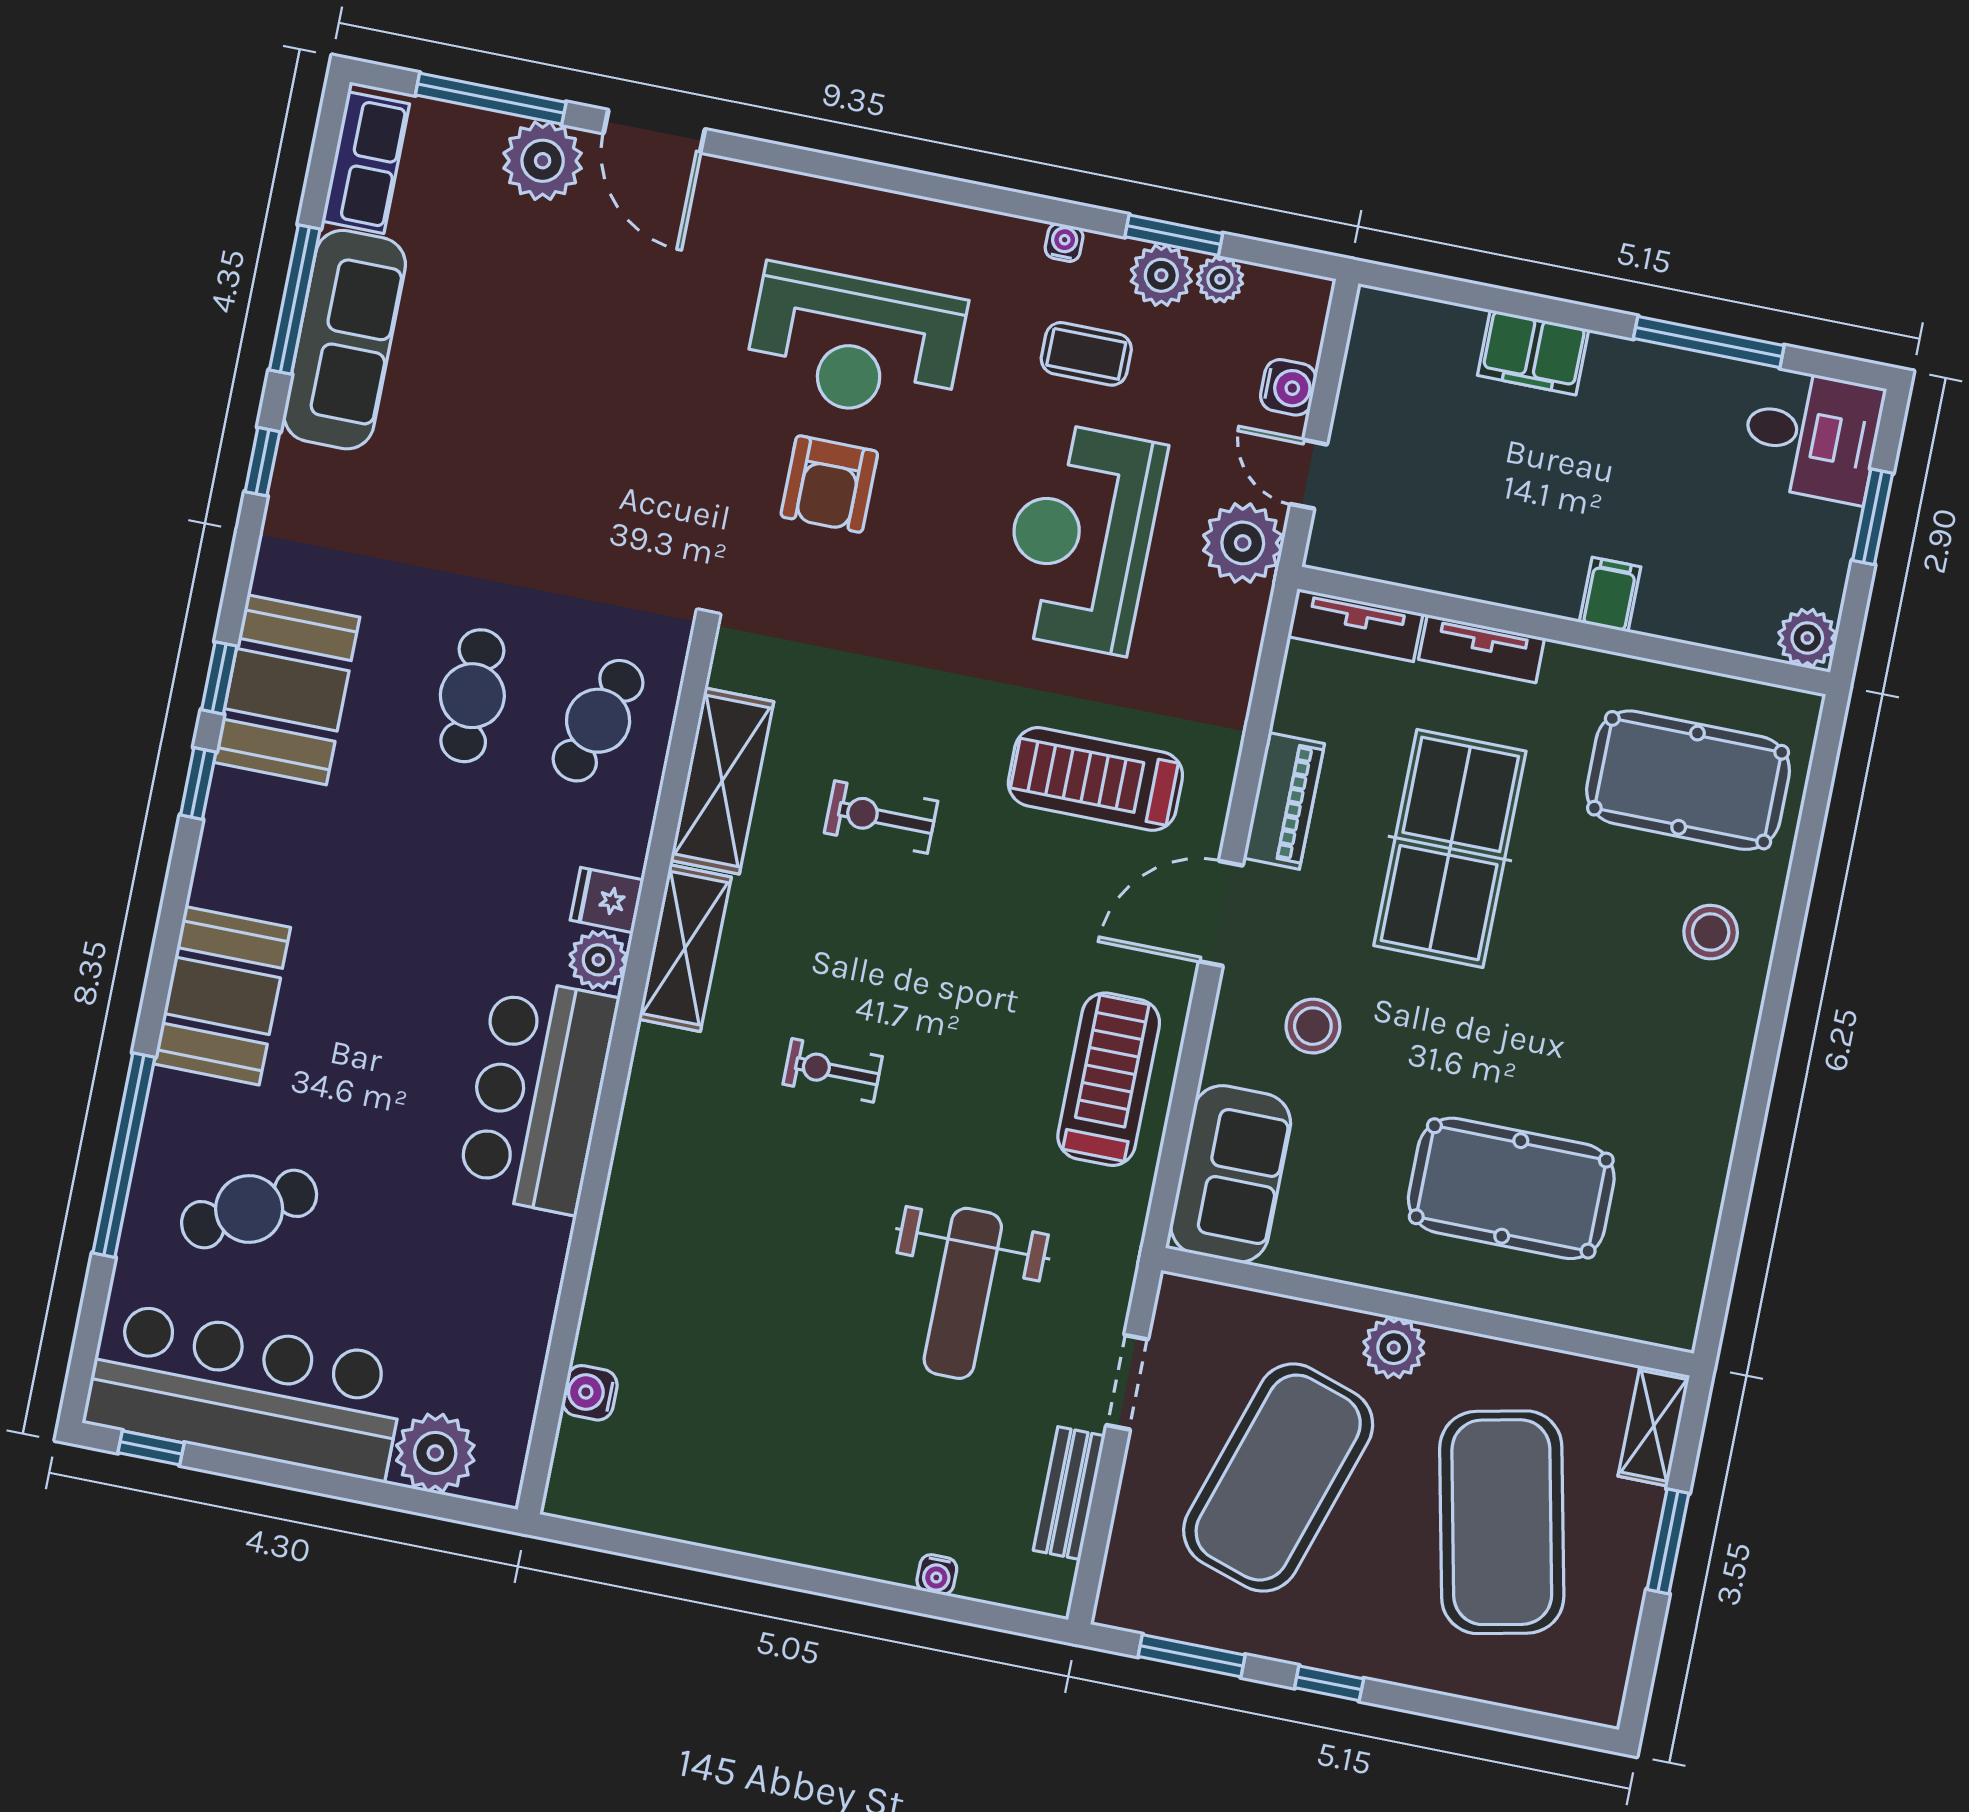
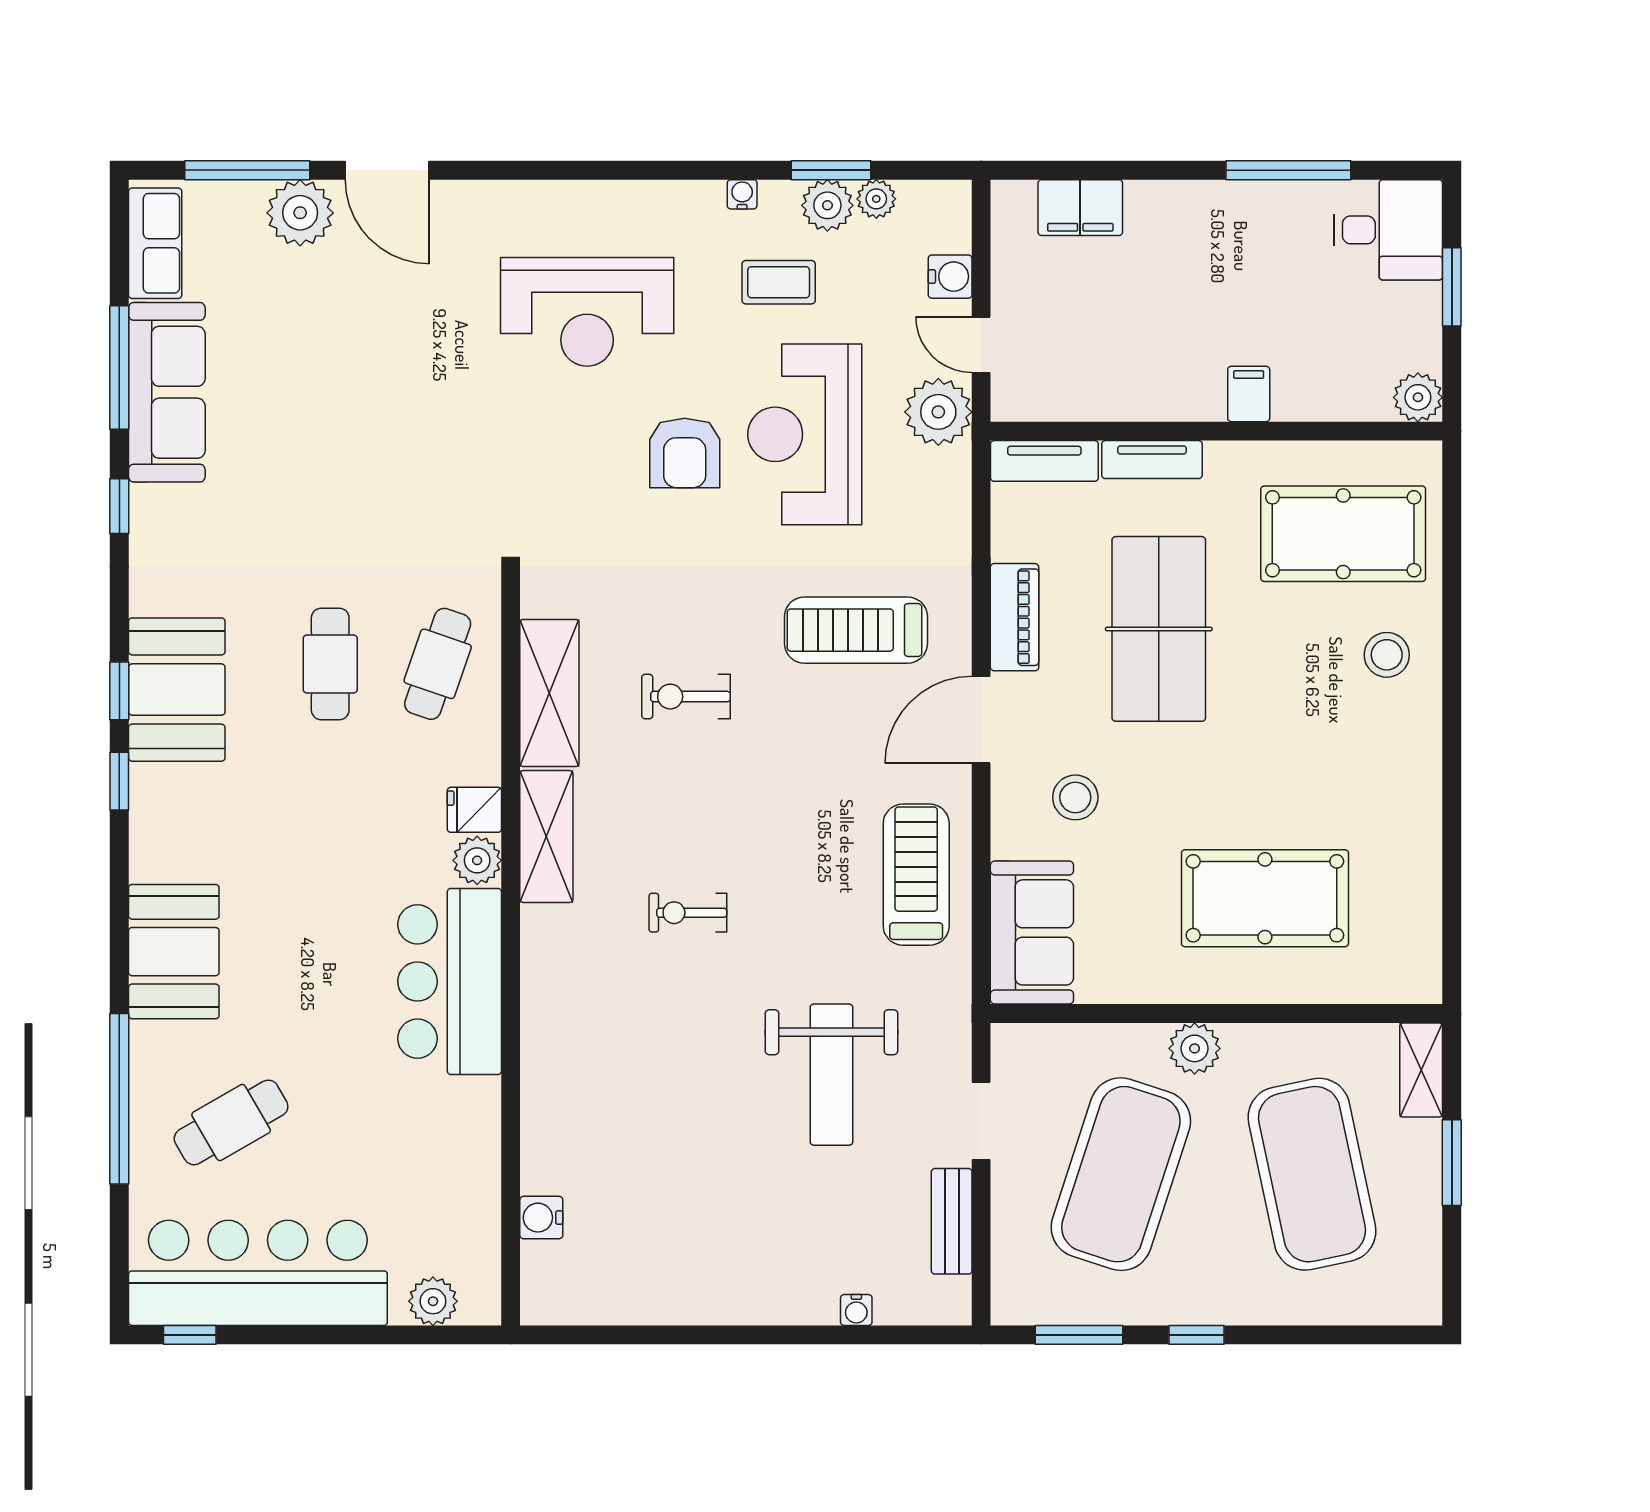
filing cabinet: (1533, 352) -> (1080, 208), moved
armchair: (829, 484) -> (685, 453), moved
plant: (435, 1453) -> (433, 1301), width x0.73, depth x0.73

